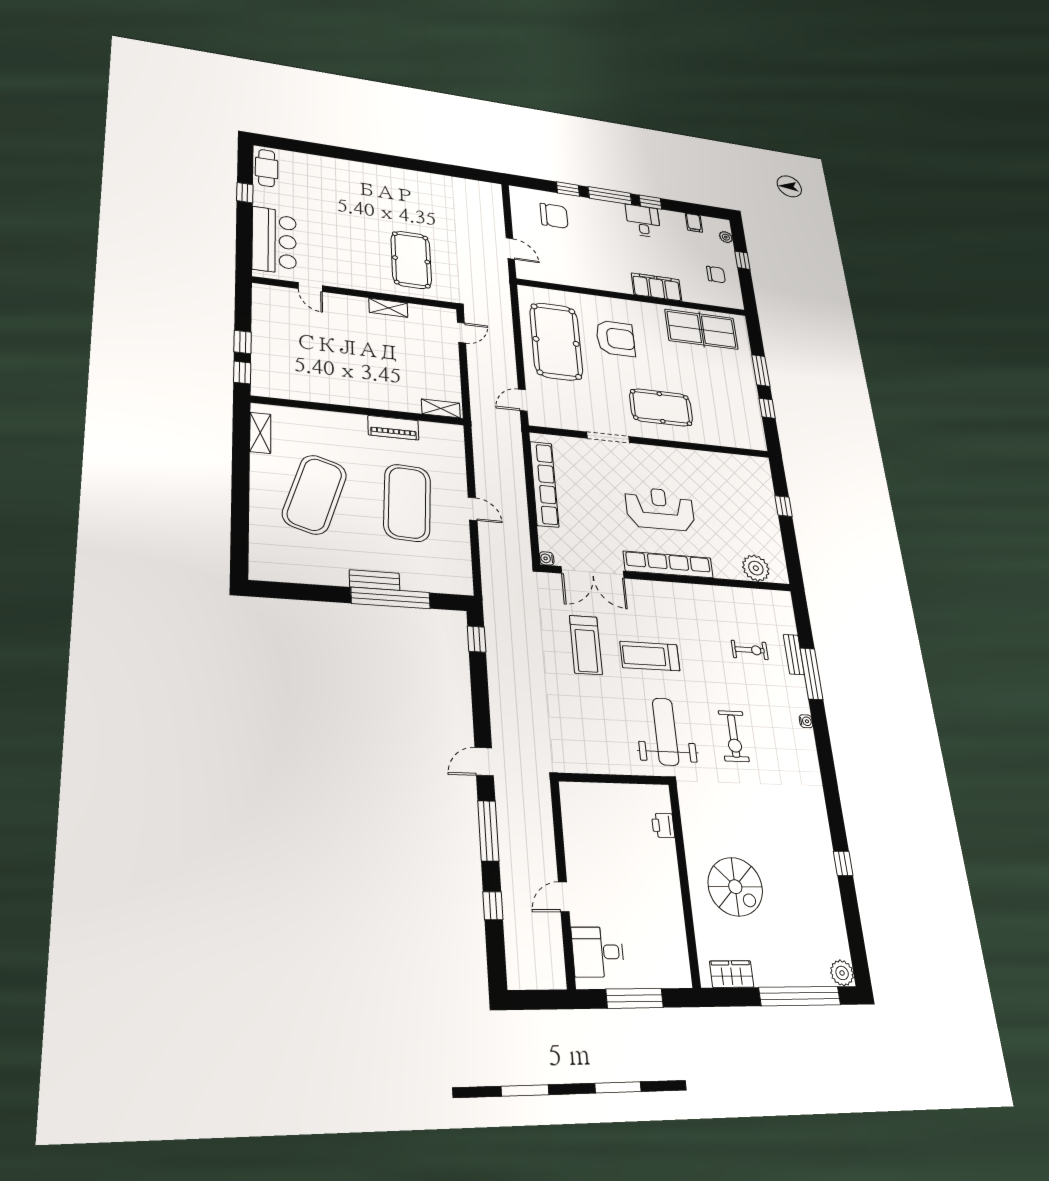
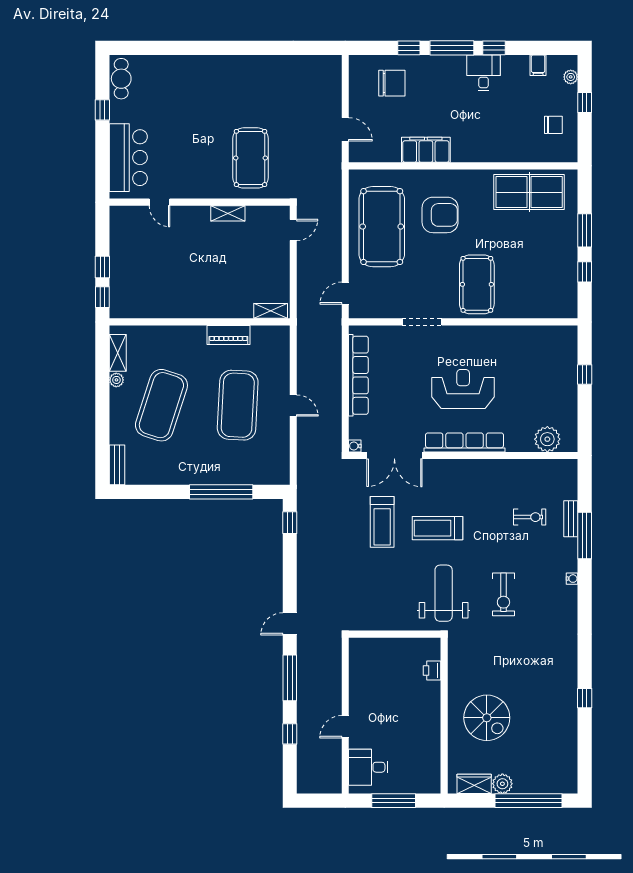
filing cabinet: (657, 287) -> (426, 150), moved
pool table: (661, 407) -> (477, 284), turned 90
plant: (259, 462) -> (116, 380), added
bench: (375, 580) -> (117, 465), moved, turned 90
plant: (842, 973) -> (502, 784), moved

